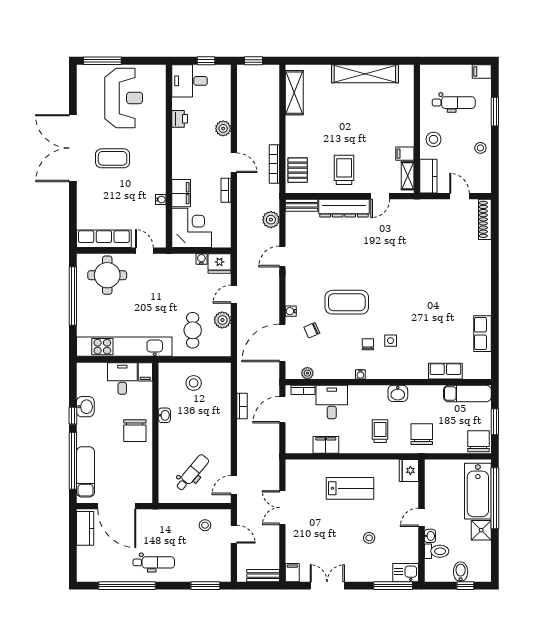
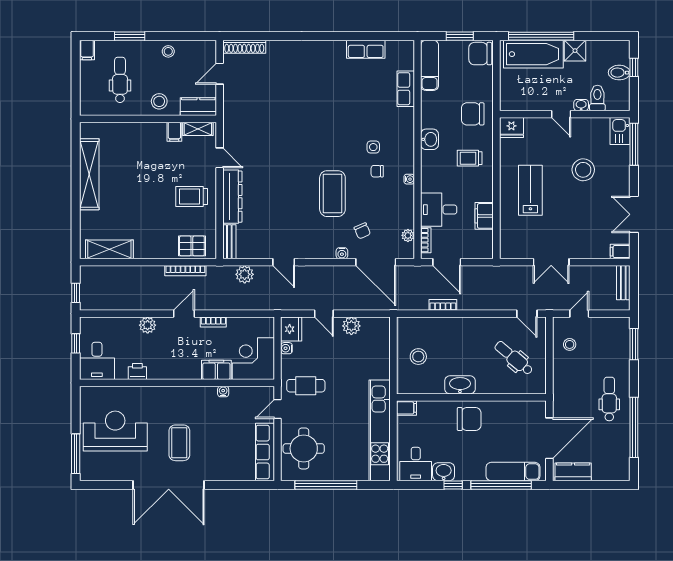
cafe table: (193, 330) -> (306, 386), moved
desk: (122, 378) -> (416, 464), moved, turned -90
washbasin: (164, 415) -> (460, 385), width x1.91, depth x1.45
stool: (369, 538) -> (583, 170), width x1.89, depth x1.89

